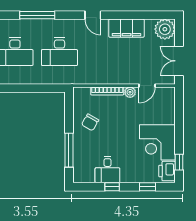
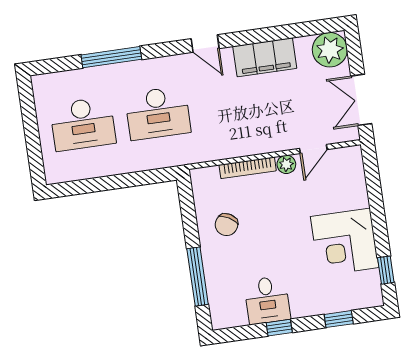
printer: (167, 171) -> (368, 288), removed

